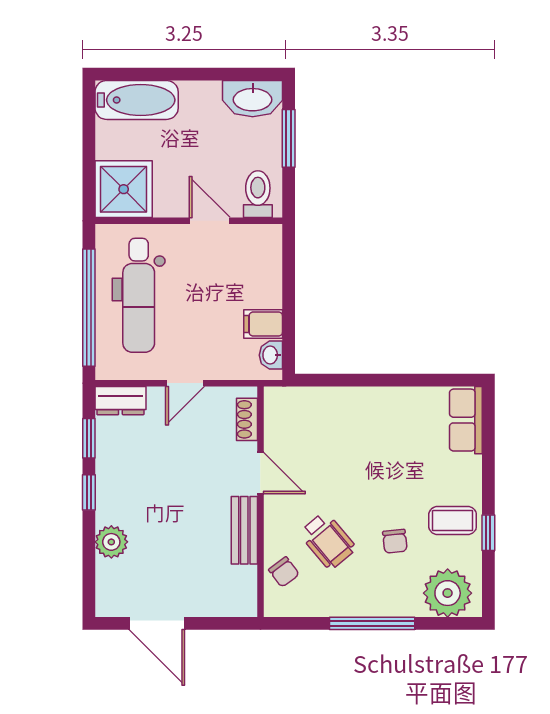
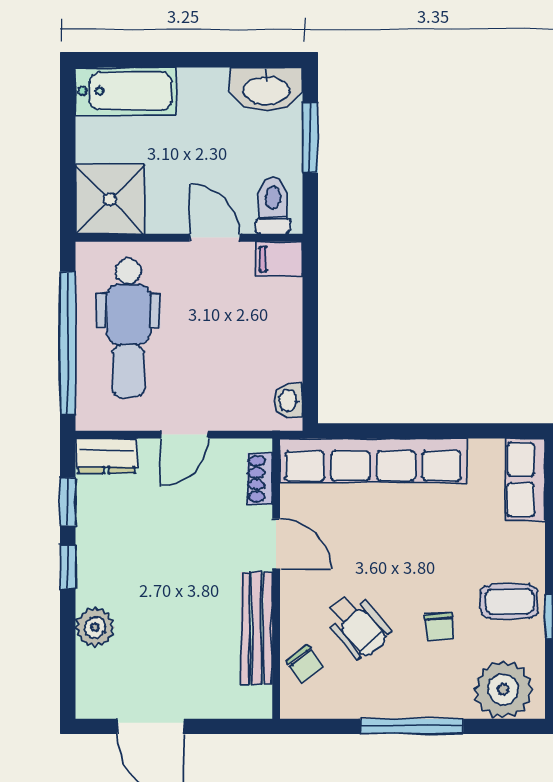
filing cabinet: (263, 324) -> (279, 259), moved
row of seats: (340, 404) -> (373, 461), added
bench: (244, 530) -> (257, 628), width x1.36

